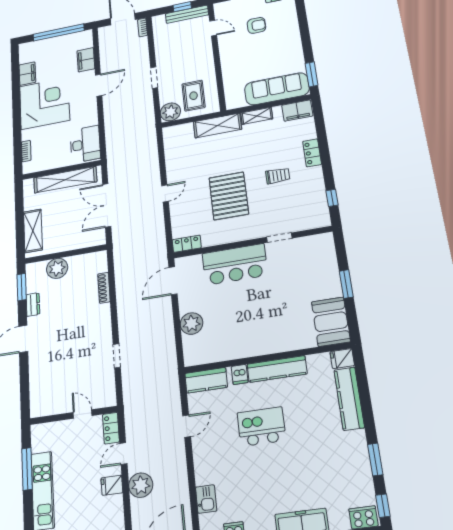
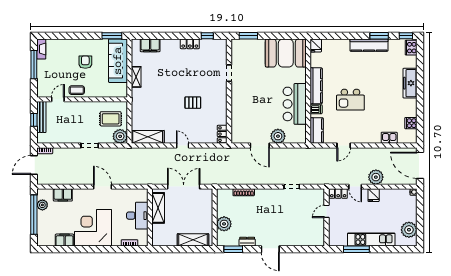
armchair: (256, 25) -> (85, 62), moved
plant: (71, 39) -> (42, 205), added
coffee table: (229, 47) -> (77, 90), added
door: (99, 85) -> (102, 187), moved
filing cabinet: (297, 111) -> (150, 45), moved, turned 90
shelving: (217, 126) -> (148, 137), moved, turned 90
desk: (85, 144) -> (137, 216), moved, turned 90
locker: (312, 153) -> (190, 44), moved
trolley: (278, 176) -> (184, 69), removed
shelving: (65, 180) -> (158, 208), width x0.68
pallet: (229, 196) -> (193, 103), width x0.49, depth x0.50
double door: (107, 205) -> (184, 187), swing flipped
bar counter: (235, 264) -> (295, 104), moved, turned 180
door: (173, 281) -> (260, 146), moved
window: (346, 284) -> (248, 36), moved
booth: (331, 322) -> (286, 53), width x1.36, depth x1.42
kitchen counter: (349, 399) -> (369, 45), moved
door: (187, 426) -> (344, 146), swing flipped
kitchen island: (261, 427) -> (350, 100), turned -90

